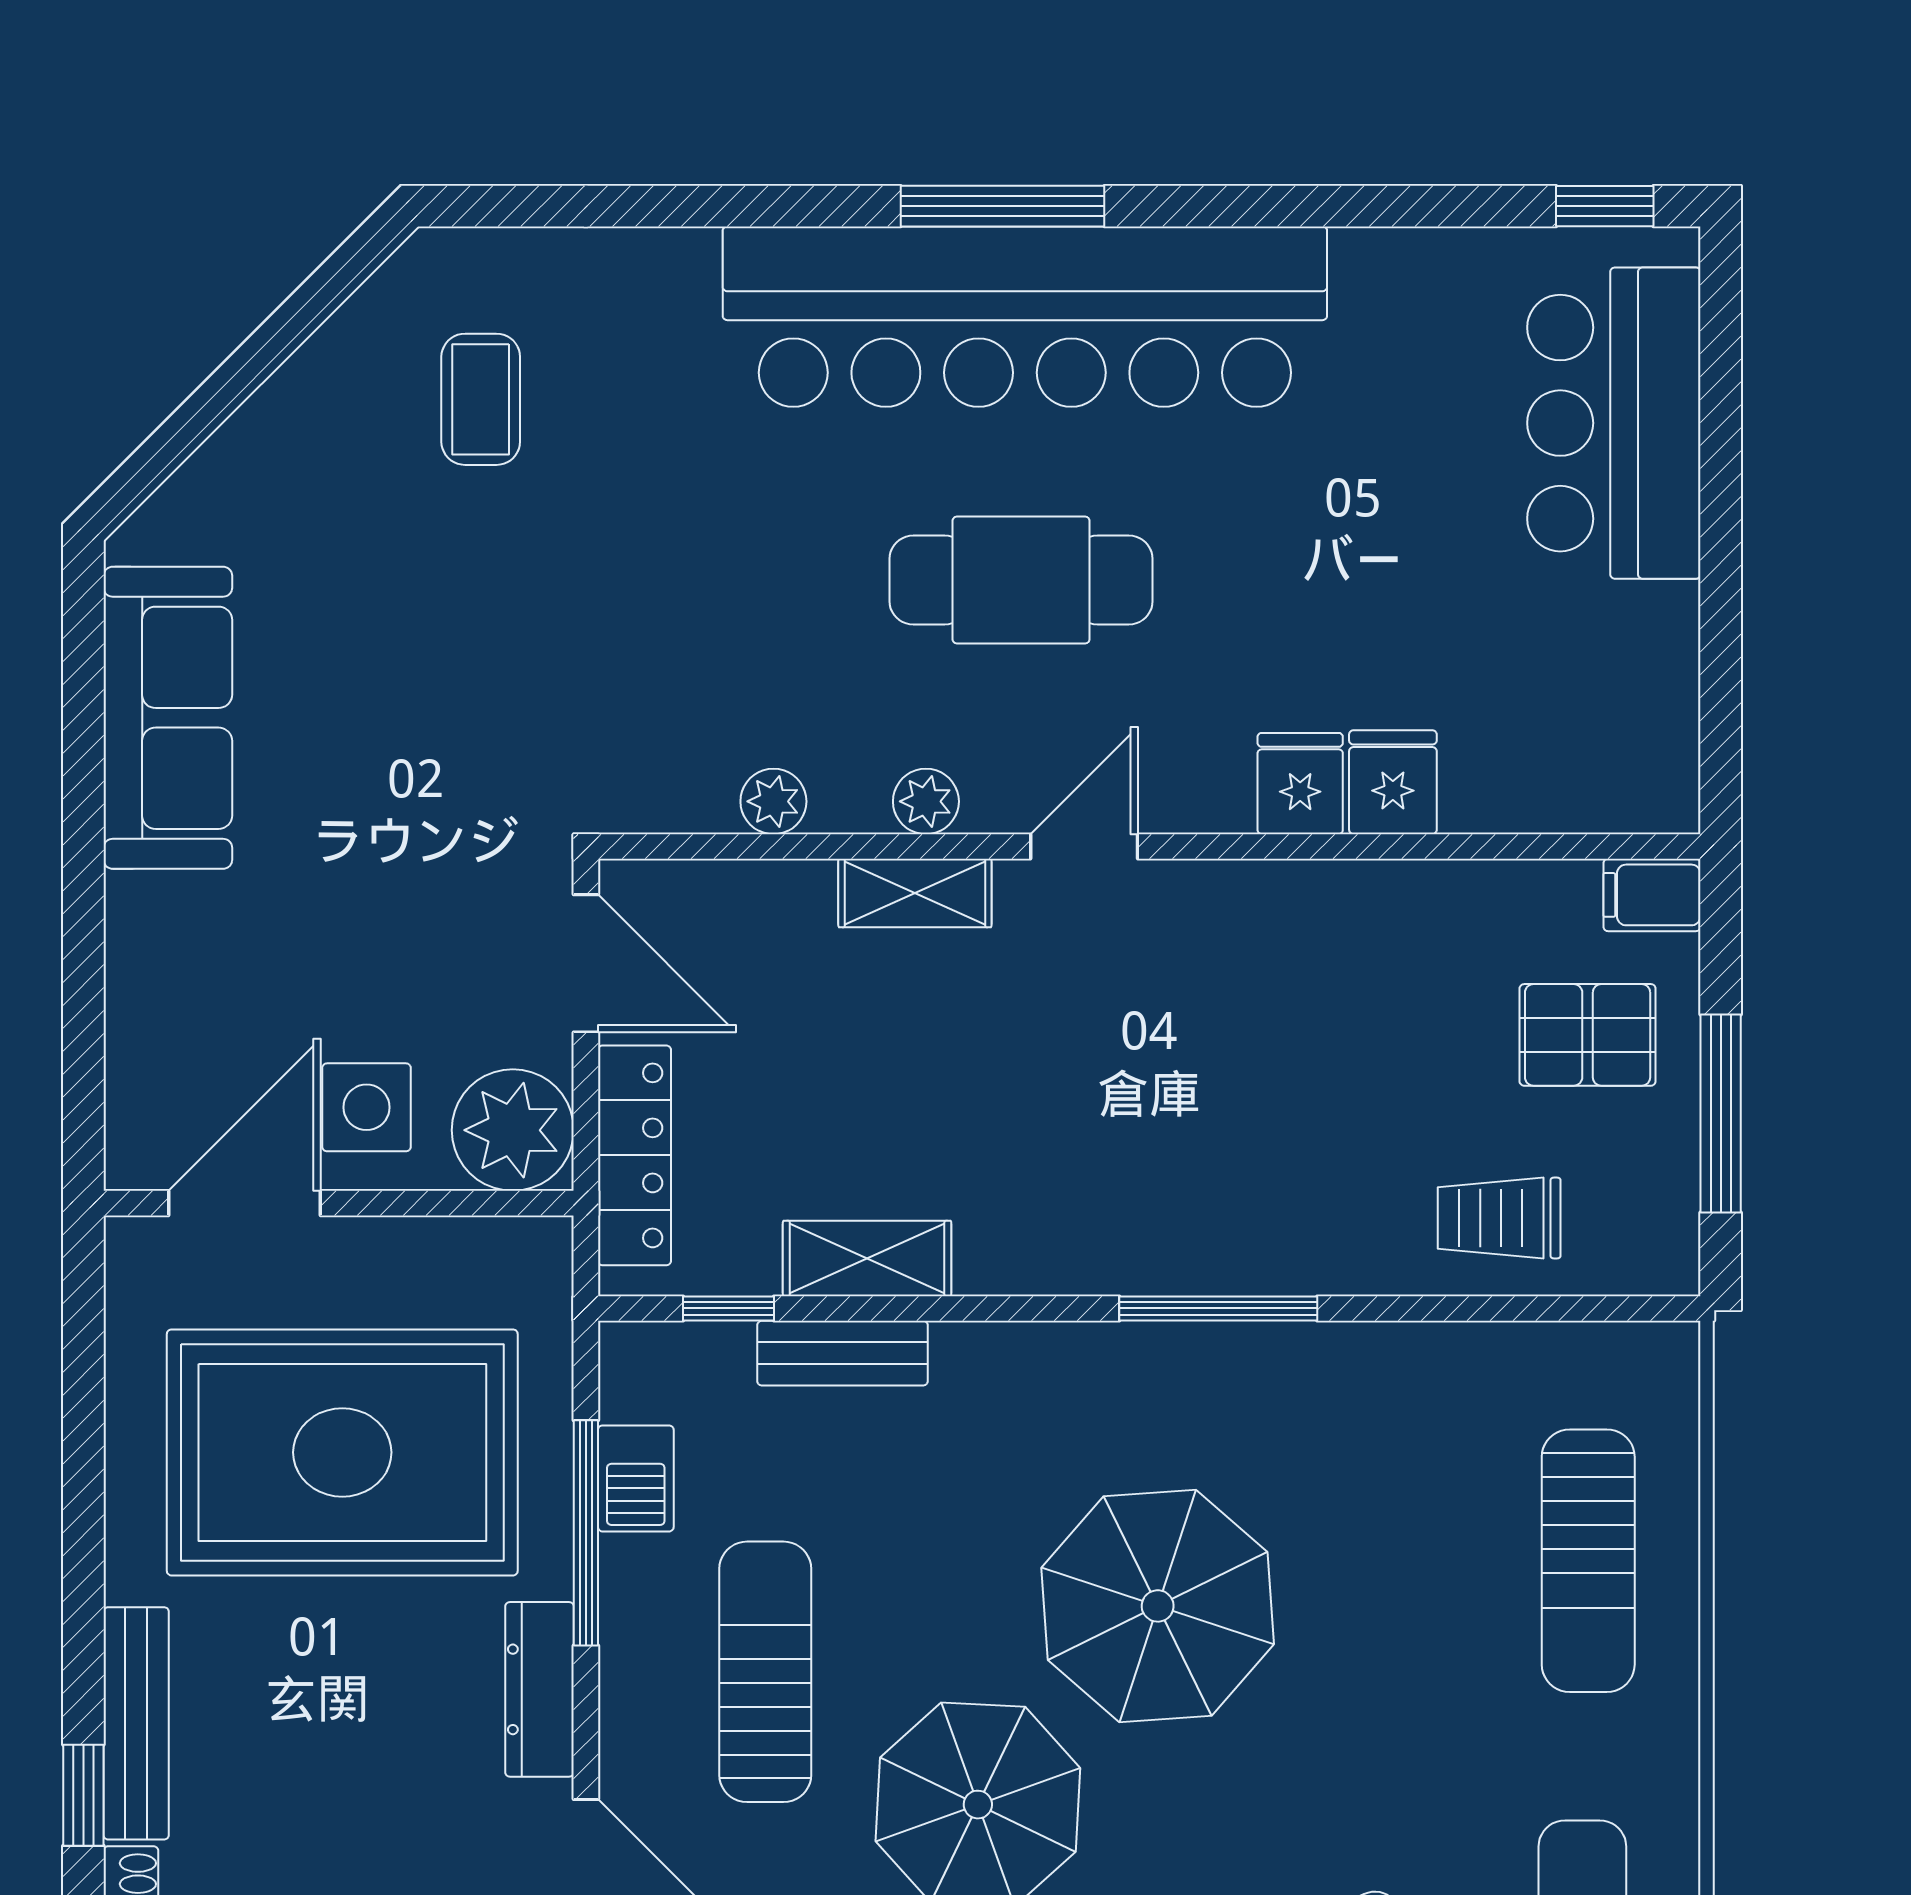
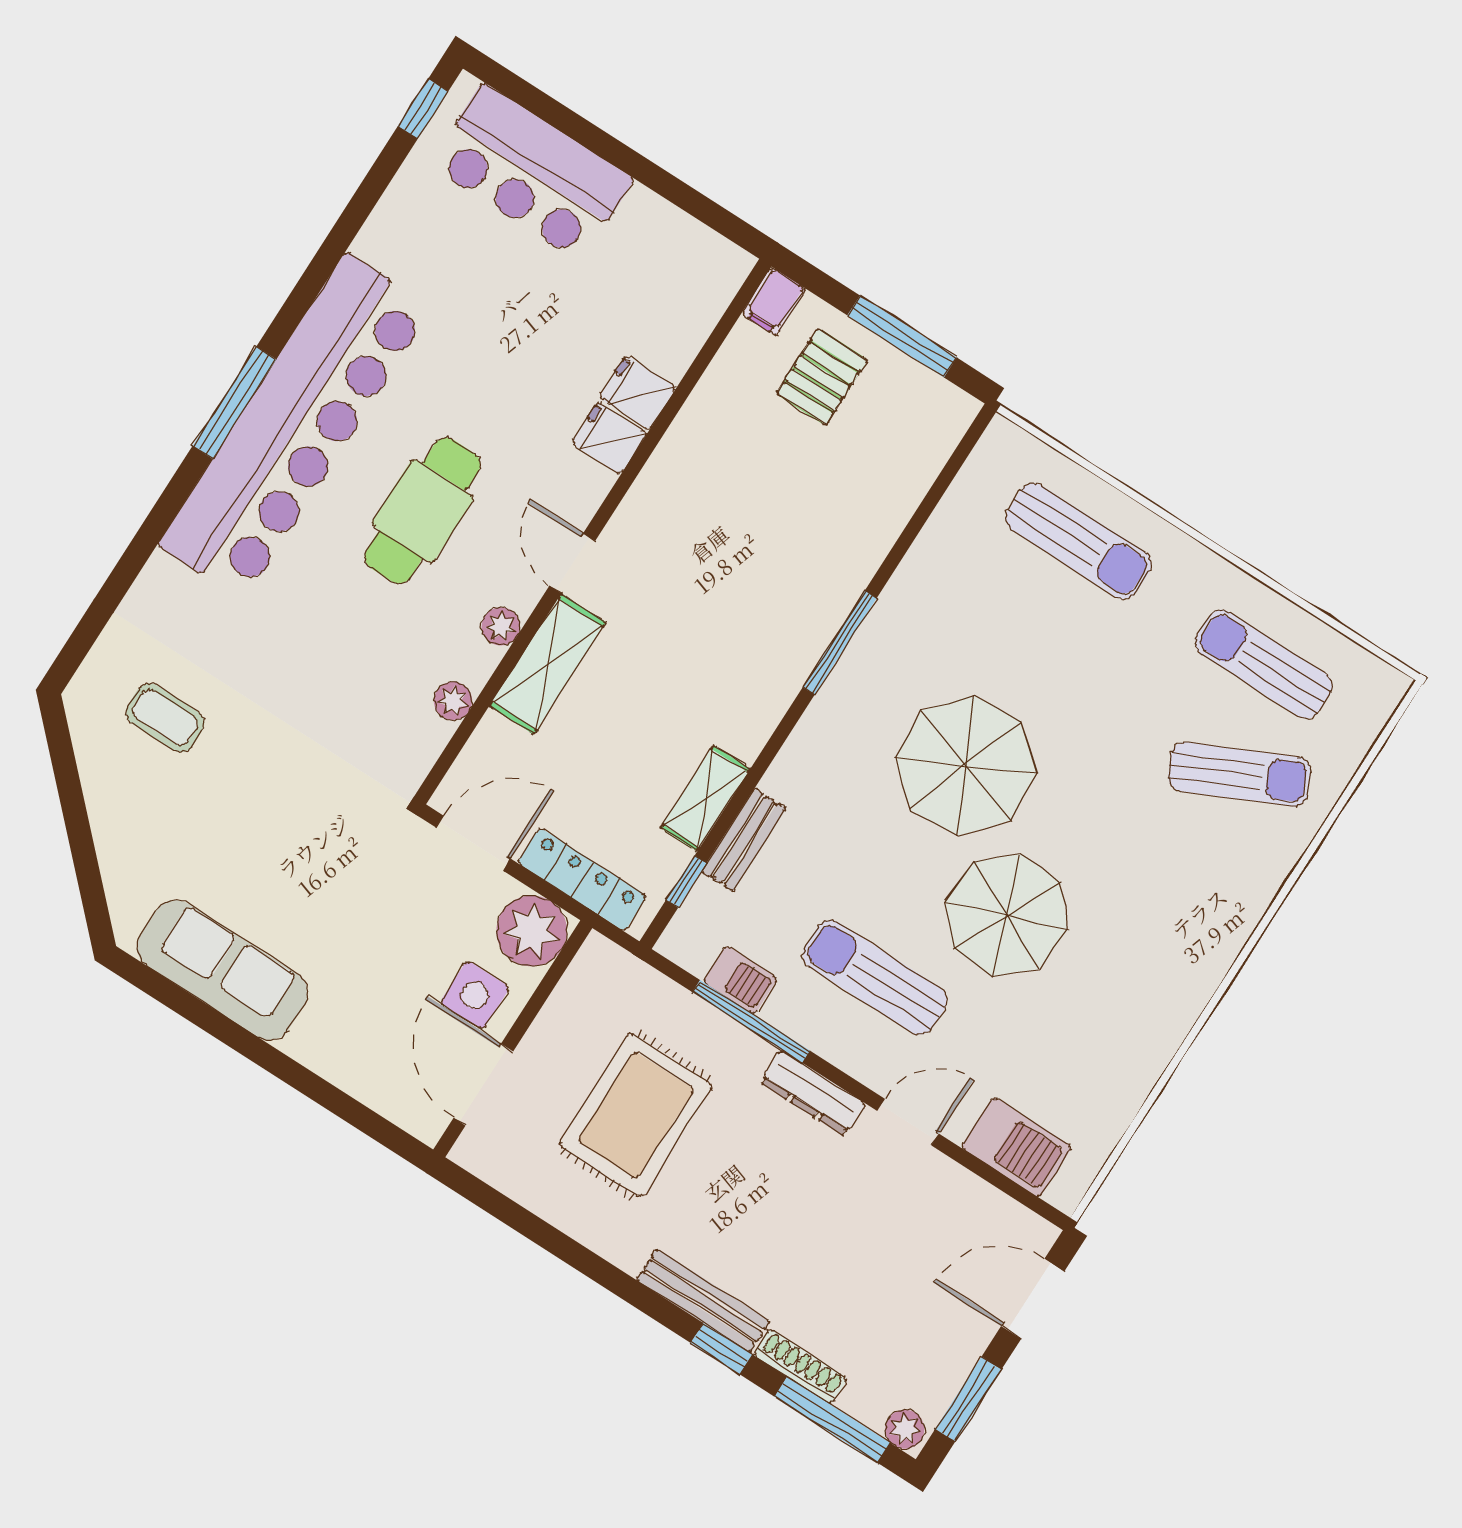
shelving: (915, 893) -> (548, 664), width x1.50, depth x1.33
trolley: (1499, 1218) -> (884, 477), removed
rug: (342, 1452) -> (636, 1115), width x0.73, depth x0.69

